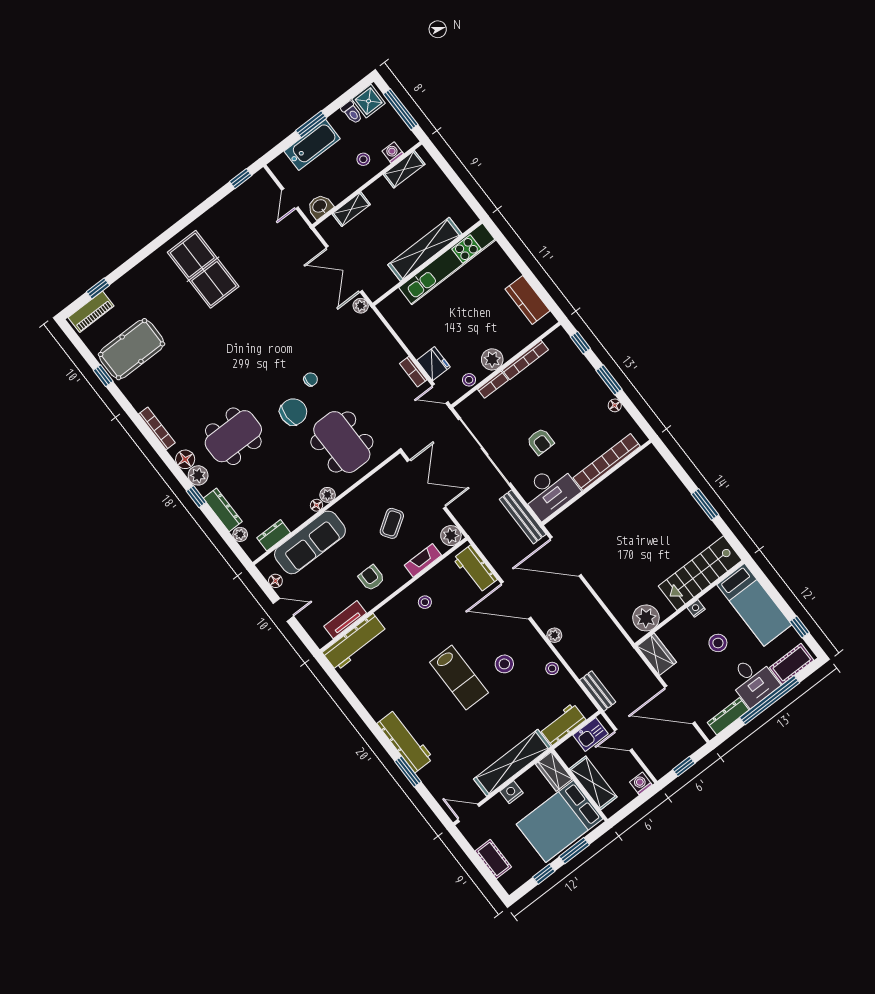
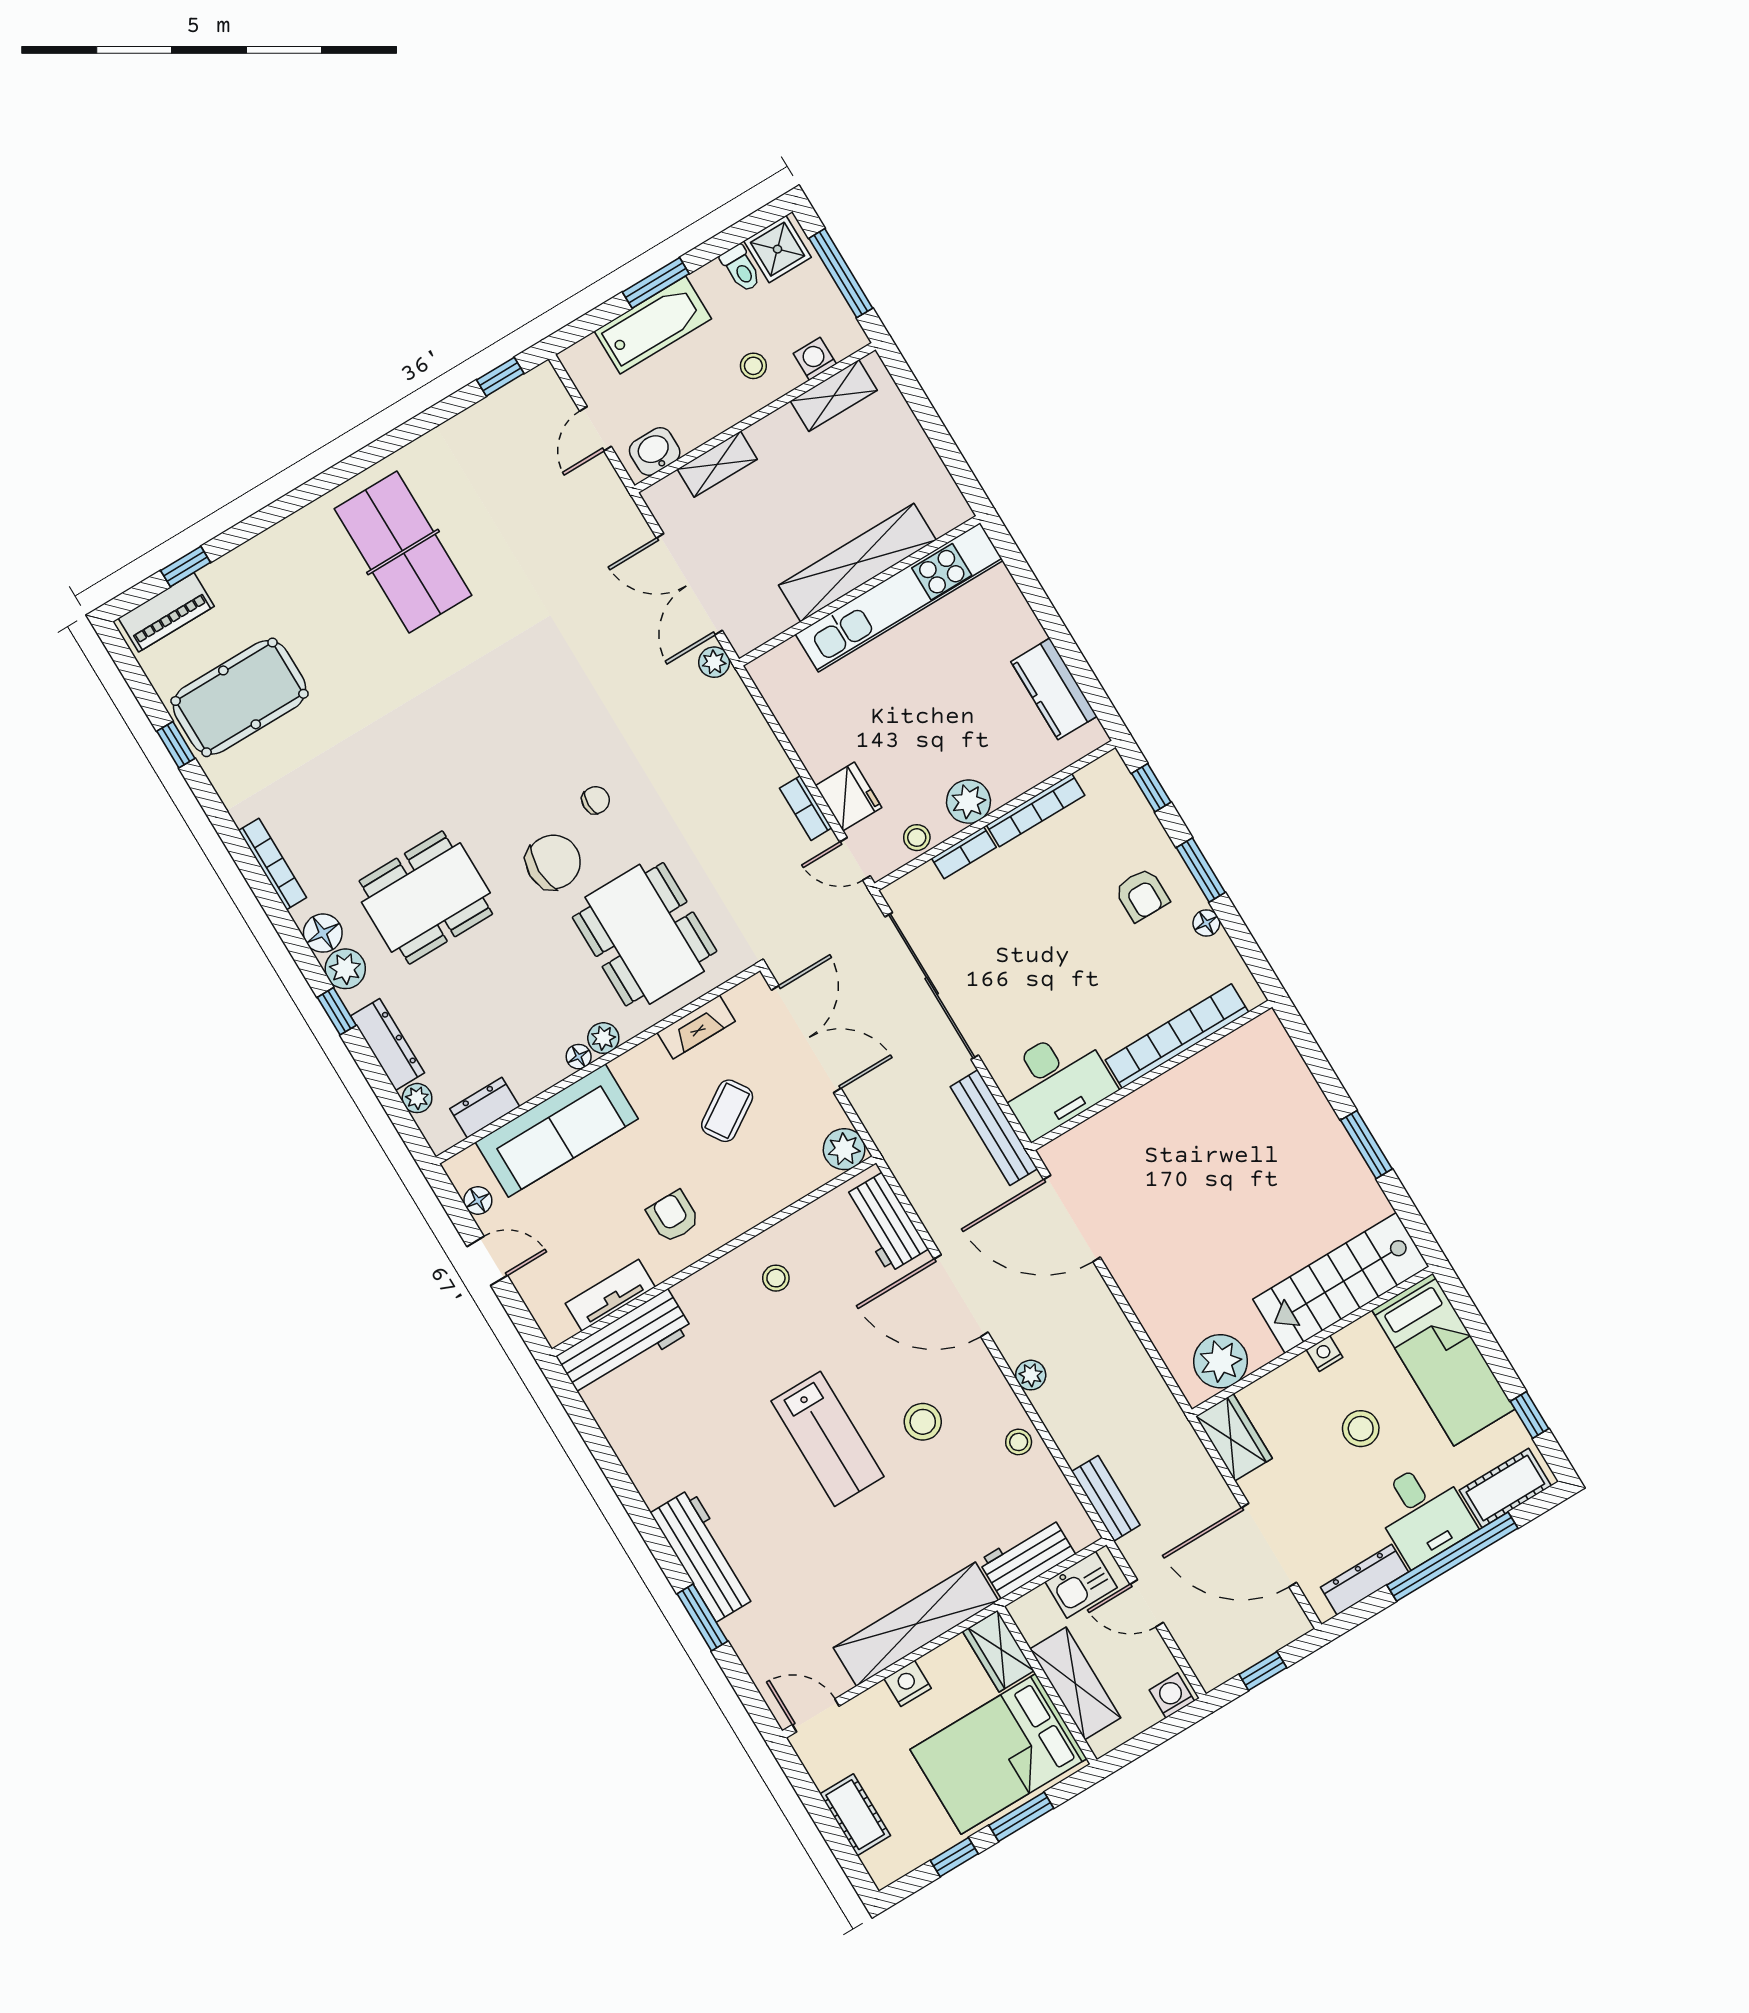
armchair: (540, 441) -> (1142, 895), moved
fireplace: (423, 560) -> (696, 1027), moved, turned 180

